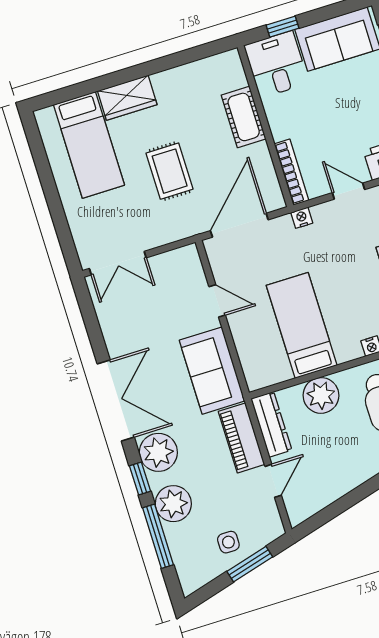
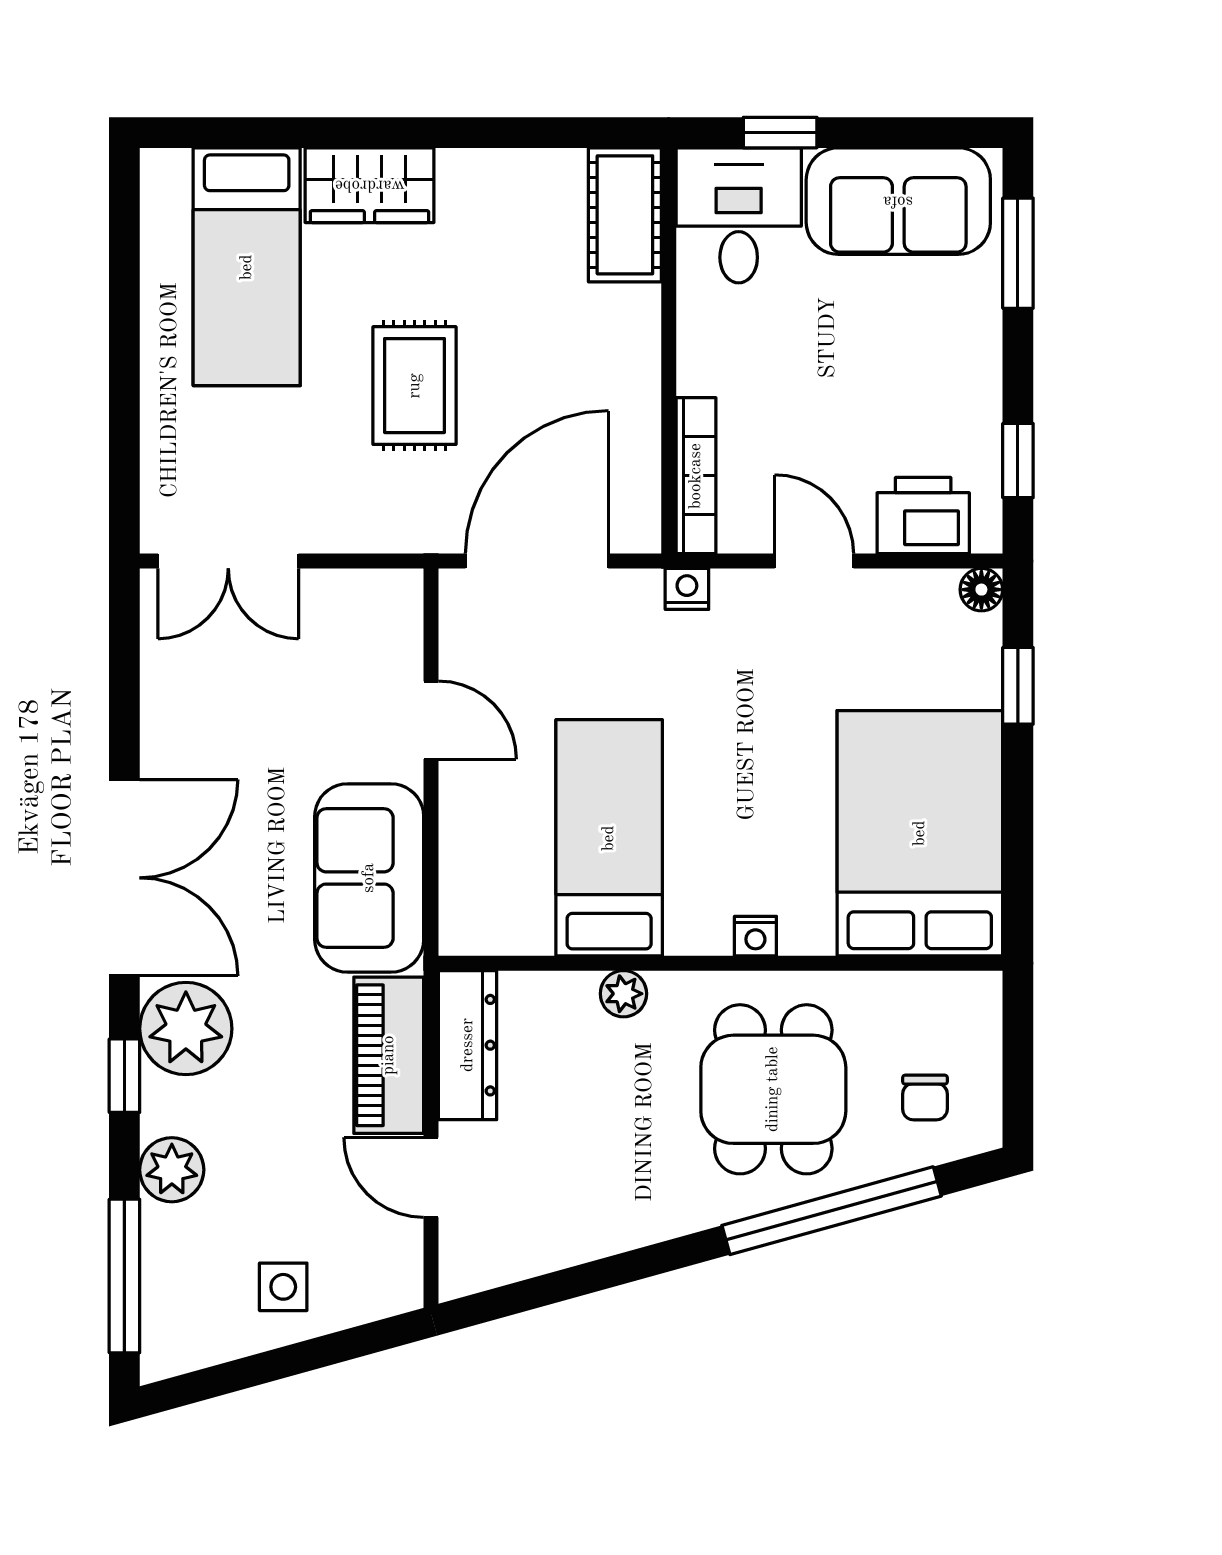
cot: (244, 117) -> (625, 215), moved
plant: (321, 395) -> (623, 994), width x0.53, depth x0.53
door: (273, 481) -> (431, 1177), swing flipped
plant: (173, 504) -> (172, 1170), width x0.73, depth x0.73
window: (158, 536) -> (124, 1276), moved
window: (250, 564) -> (317, 1353), removed

